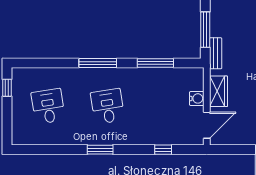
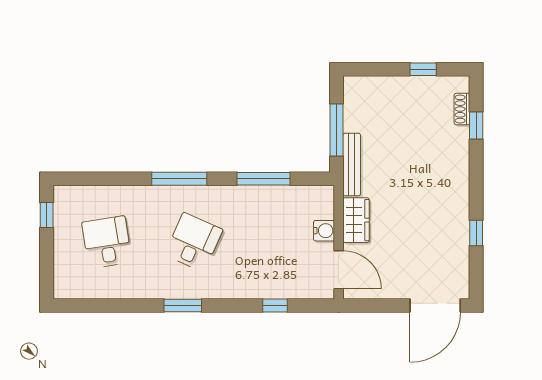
bench: (216, 53) -> (352, 165), width x1.36
desk: (108, 106) -> (194, 242), turned 33
door: (207, 125) -> (339, 270), hinge flipped

